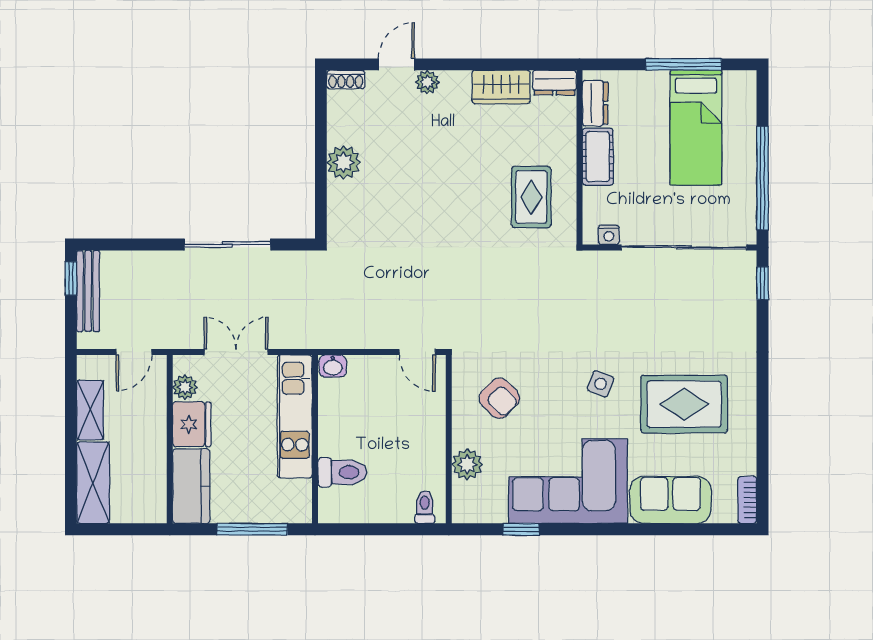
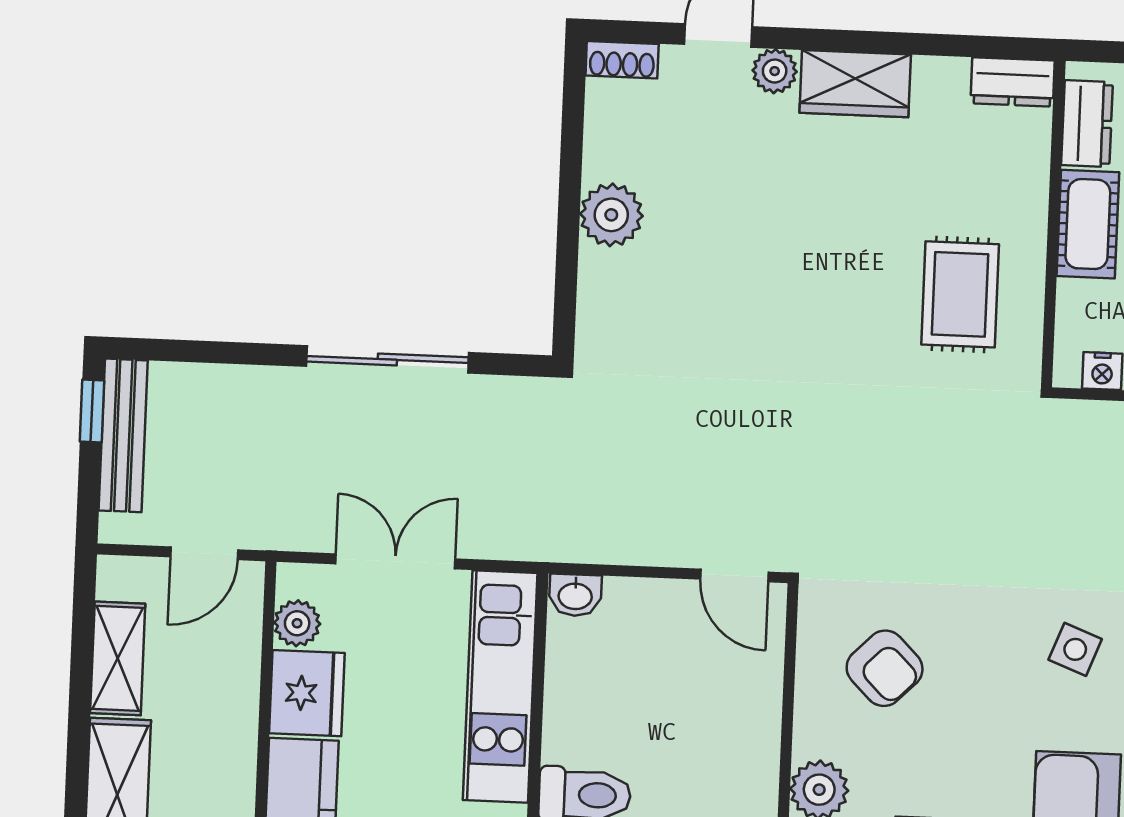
wardrobe: (501, 87) -> (855, 84), moved

